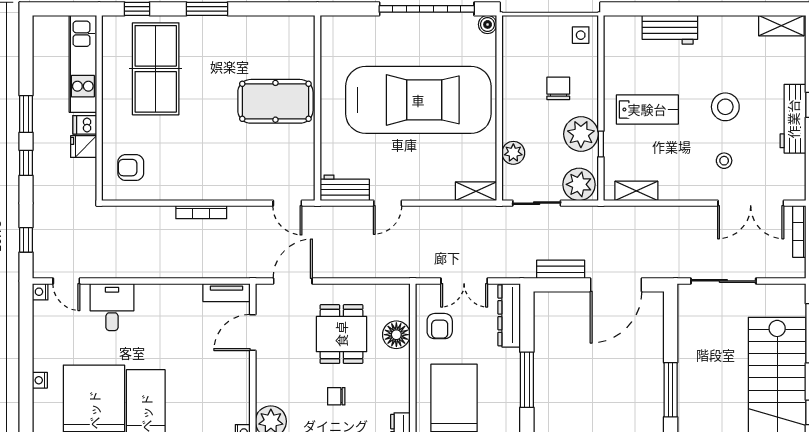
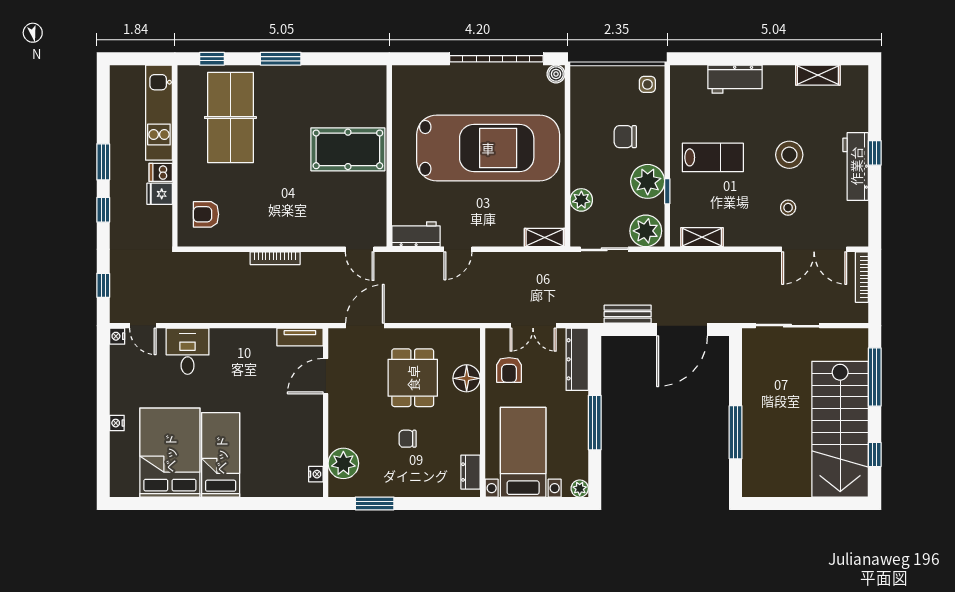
shelving: (781, 26) -> (818, 75), moved
chair: (558, 88) -> (625, 137), turned -90

